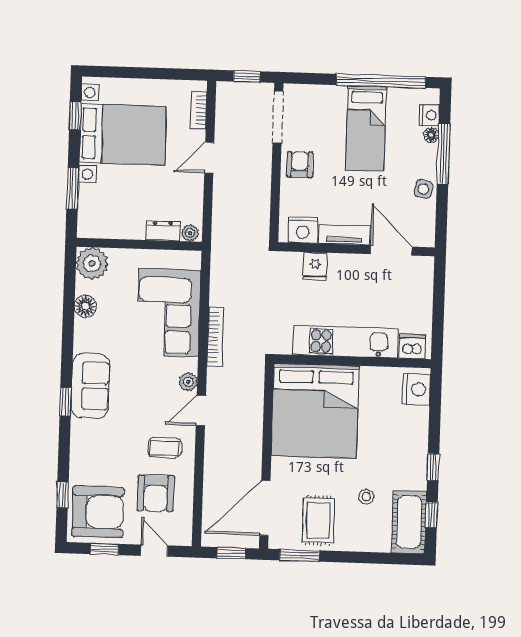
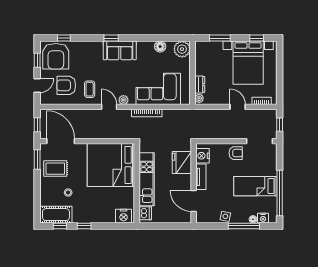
door: (391, 250) -> (194, 201), swing flipped
fridge: (315, 266) -> (182, 162), width x1.88, depth x1.34

